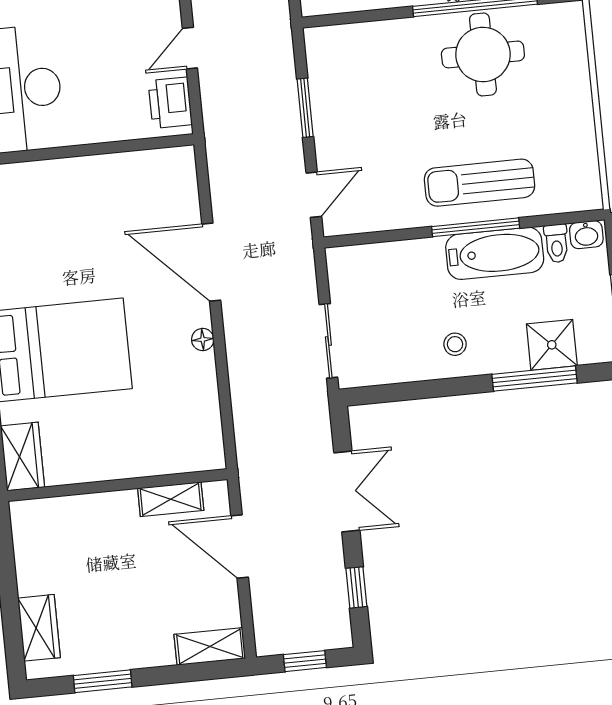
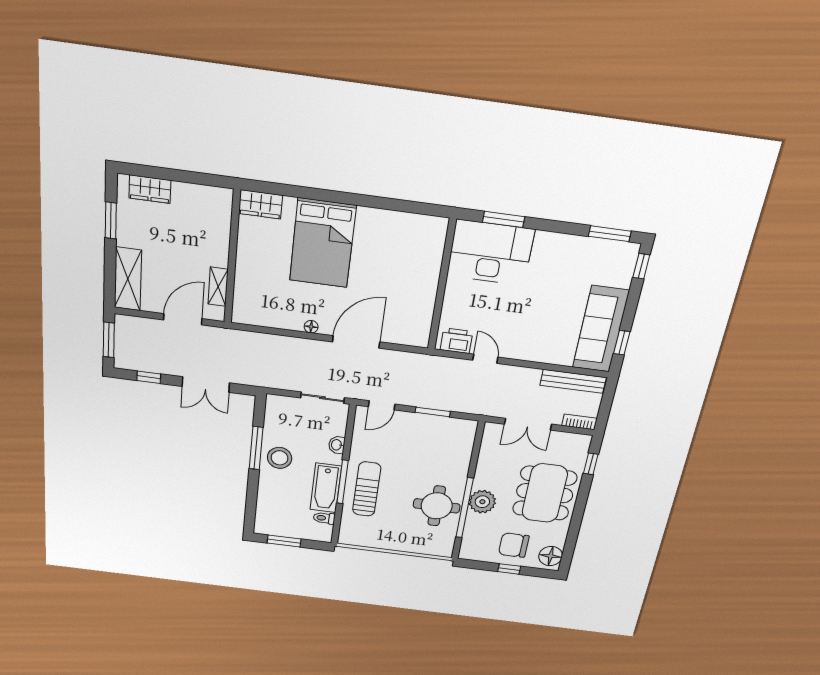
door: (314, 195) -> (382, 405), hinge flipped
washbasin: (586, 235) -> (337, 445), moved
sliding door: (328, 341) -> (322, 398), moved
stool: (455, 344) -> (280, 458), width x1.89, depth x1.89
shower: (552, 345) -> (269, 504), removed
window: (534, 379) -> (256, 448), moved
shelving: (210, 646) -> (128, 279), width x1.50, depth x1.33
window: (305, 661) -> (109, 340), width x1.50

